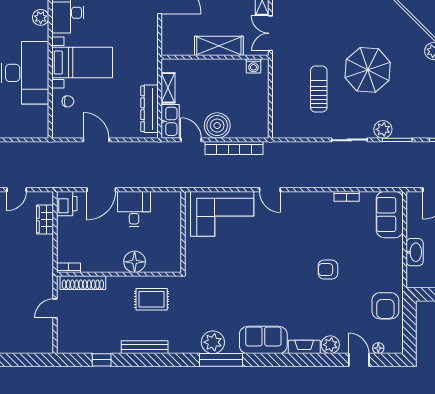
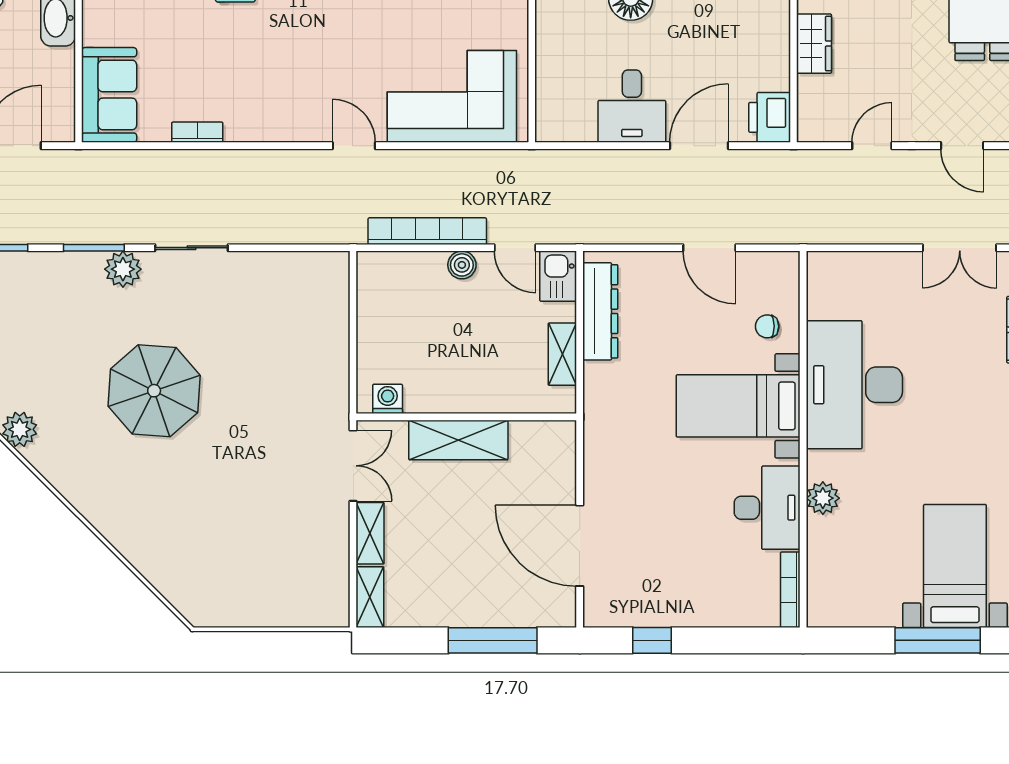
sun lounger: (319, 89) -> (254, 352), removed
kitchen sink: (170, 121) -> (558, 276), width x0.73
boiler: (217, 126) -> (462, 265), width x0.54, depth x0.54
wardrobe: (45, 220) -> (814, 44), moved

